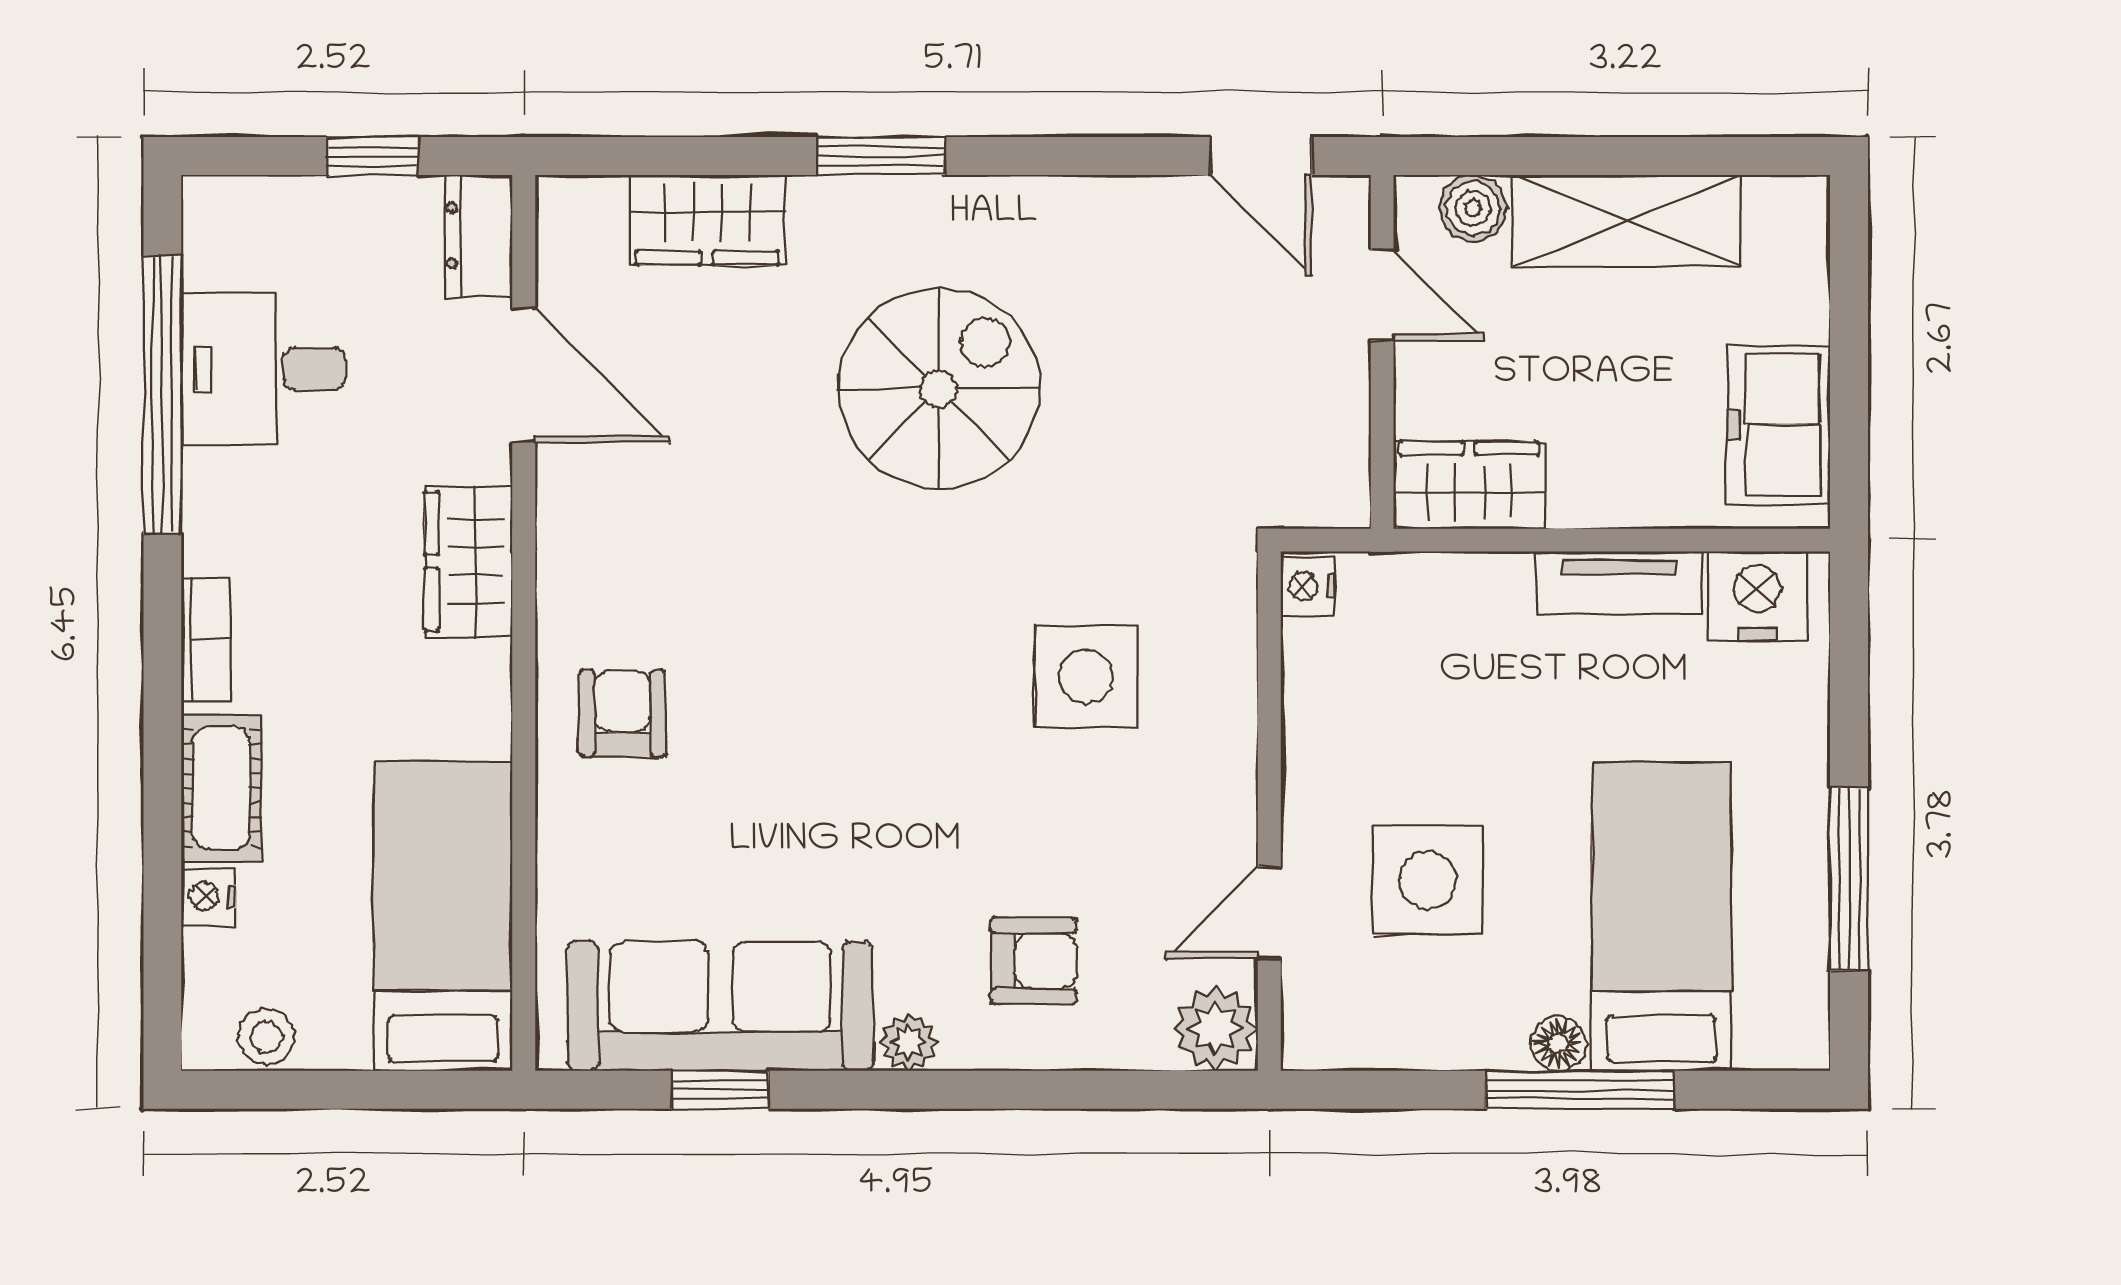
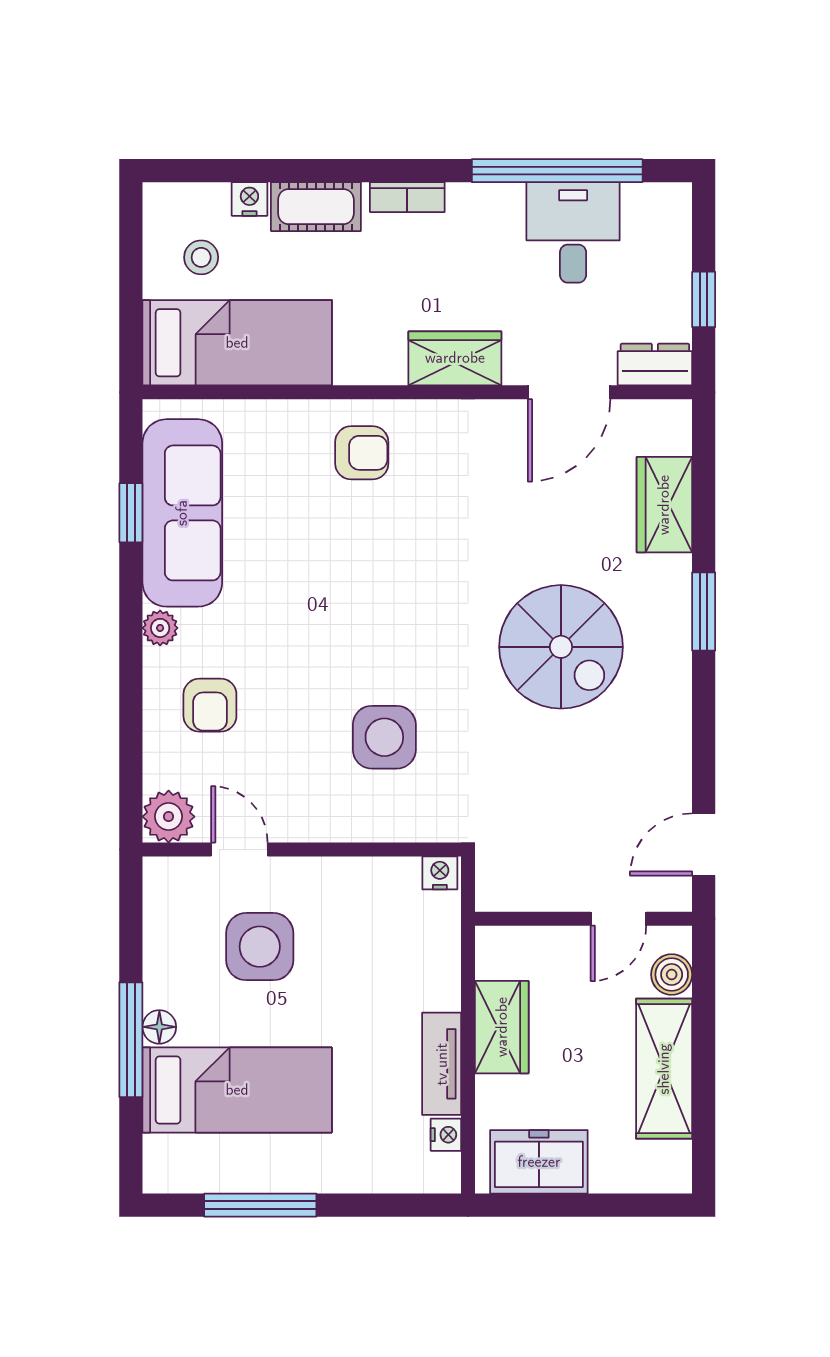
wardrobe: (1469, 485) -> (502, 1027), moved
nightstand: (1758, 596) -> (446, 1135), width x0.53, depth x0.56
stool: (266, 1037) -> (201, 257), moved

